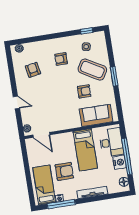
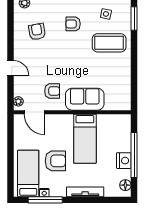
coffee table: (92, 70) -> (109, 43), turned -30
window: (114, 76) -> (134, 18), moved
armchair: (84, 91) -> (52, 91), moved
sofa: (96, 115) -> (85, 99), moved
desk: (111, 142) -> (118, 135), removed

